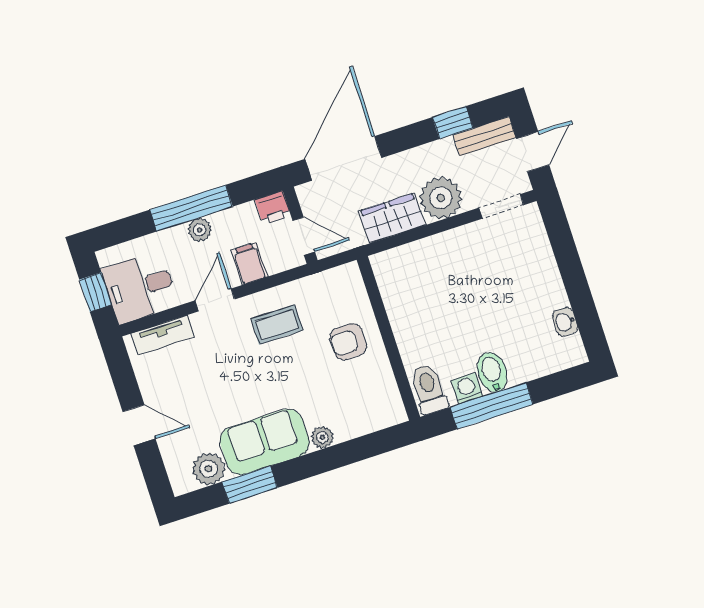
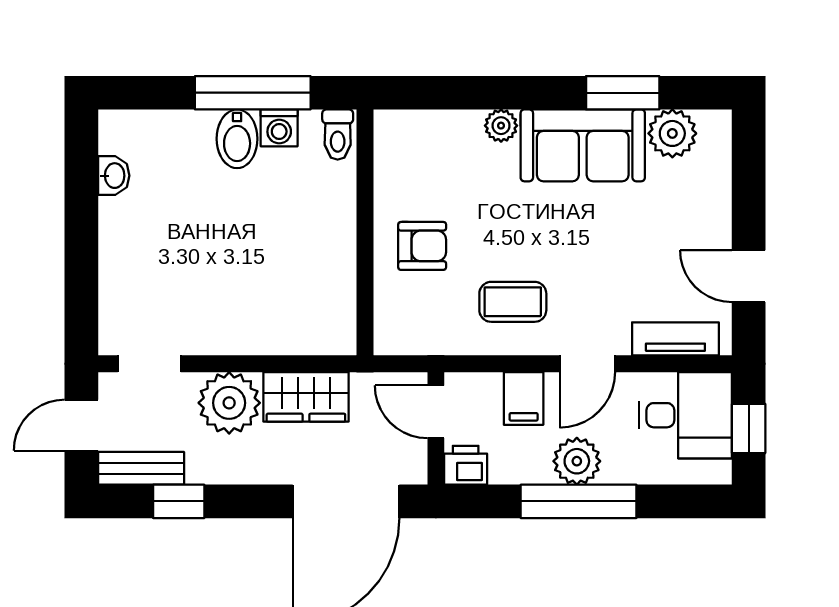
plant: (200, 230) -> (577, 461), width x1.38, depth x1.38
toilet: (429, 389) -> (338, 135), width x0.73, depth x0.72
door: (139, 425) -> (749, 276), moved

